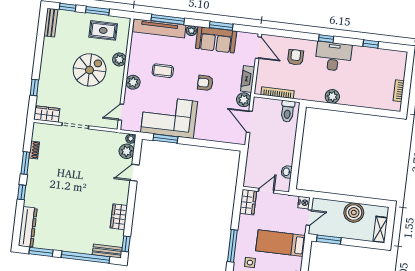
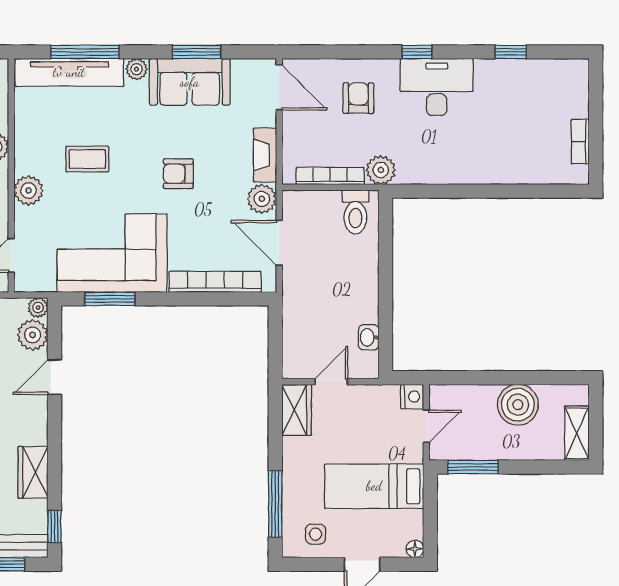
plant: (332, 96) -> (381, 170), moved
bookcase: (217, 137) -> (215, 282), added

